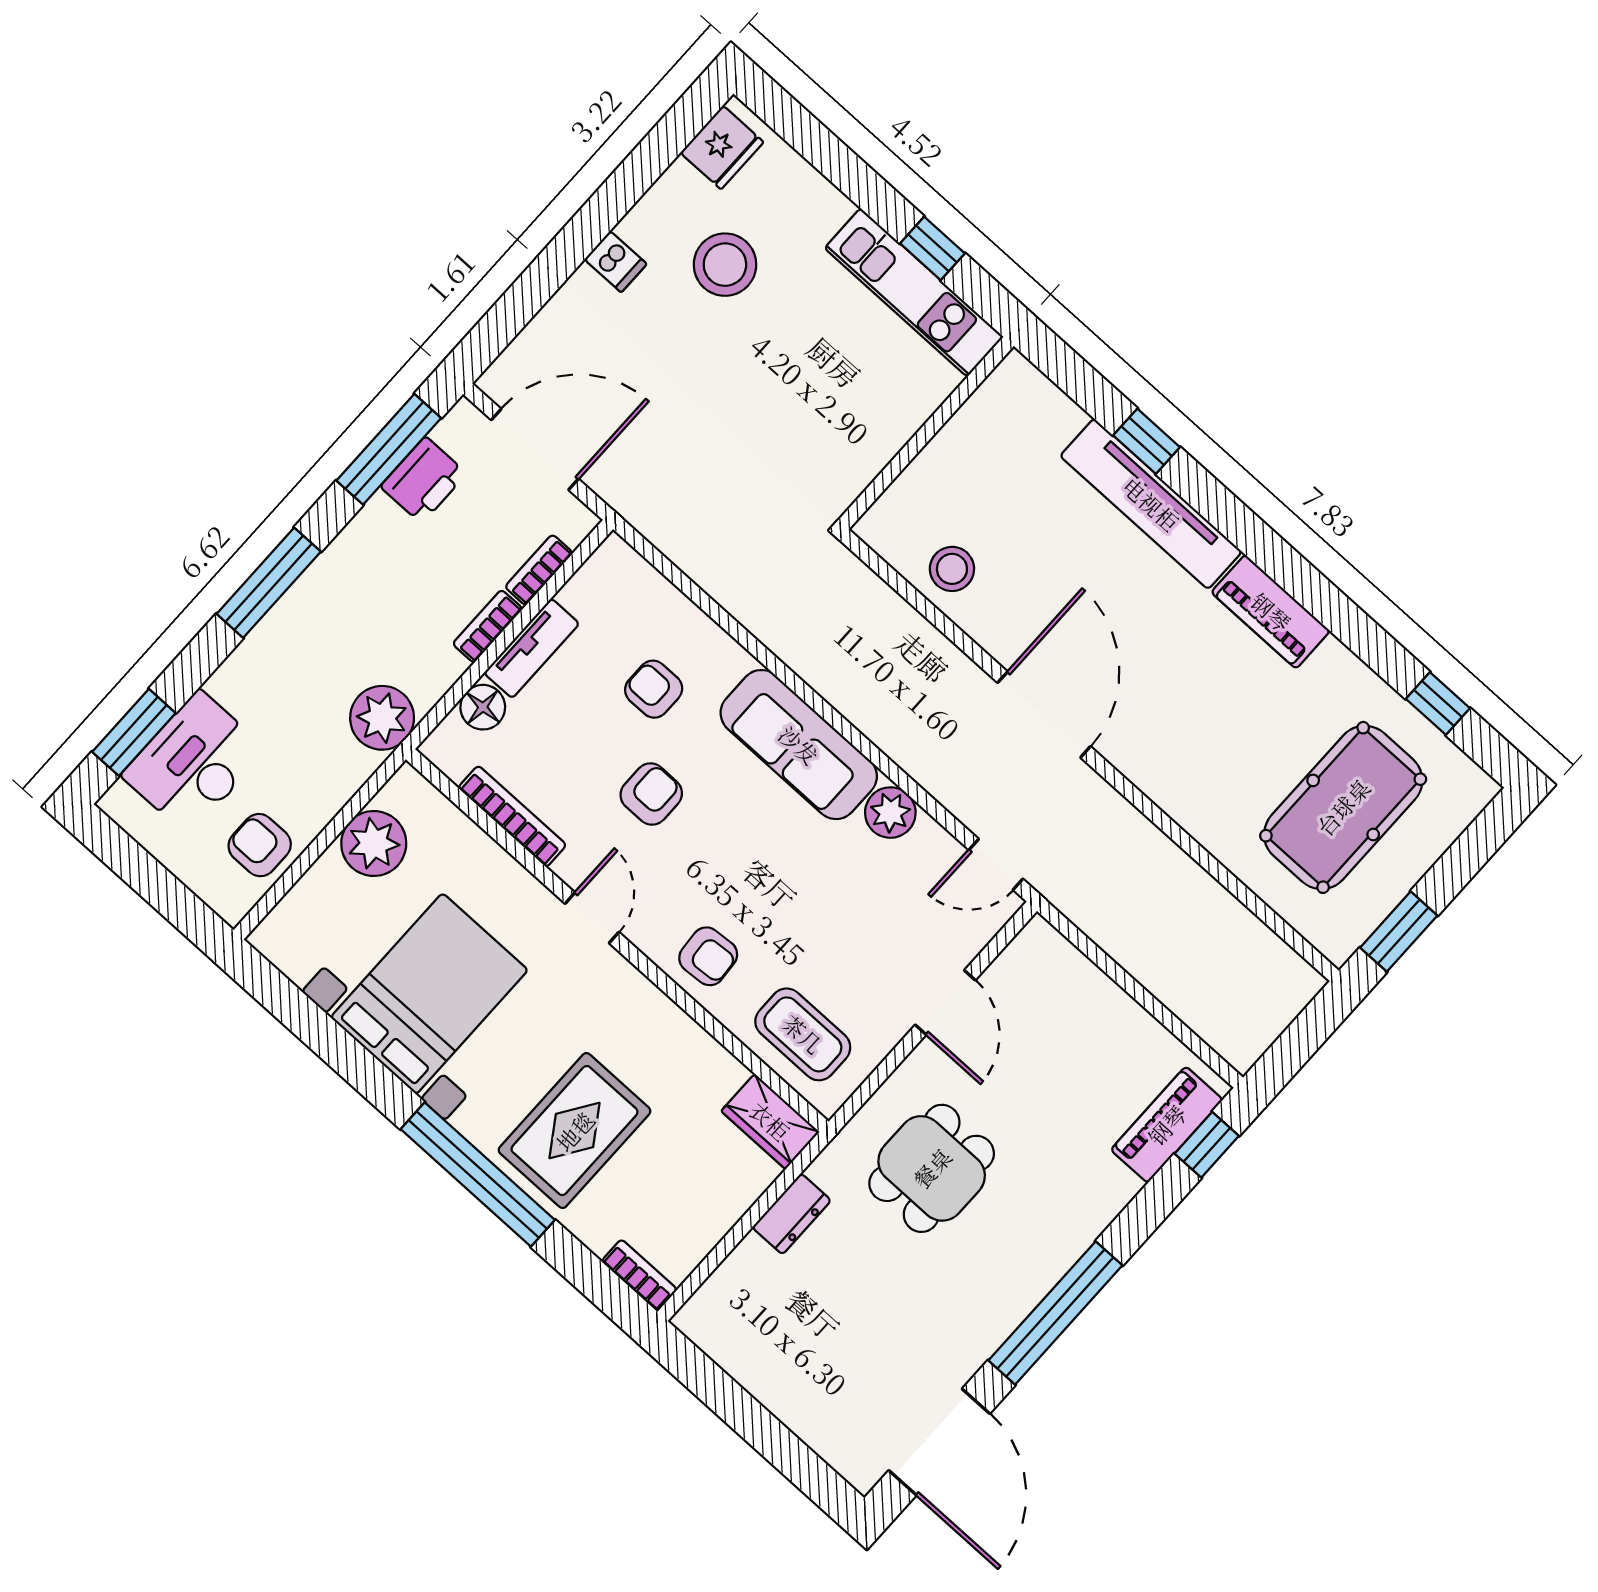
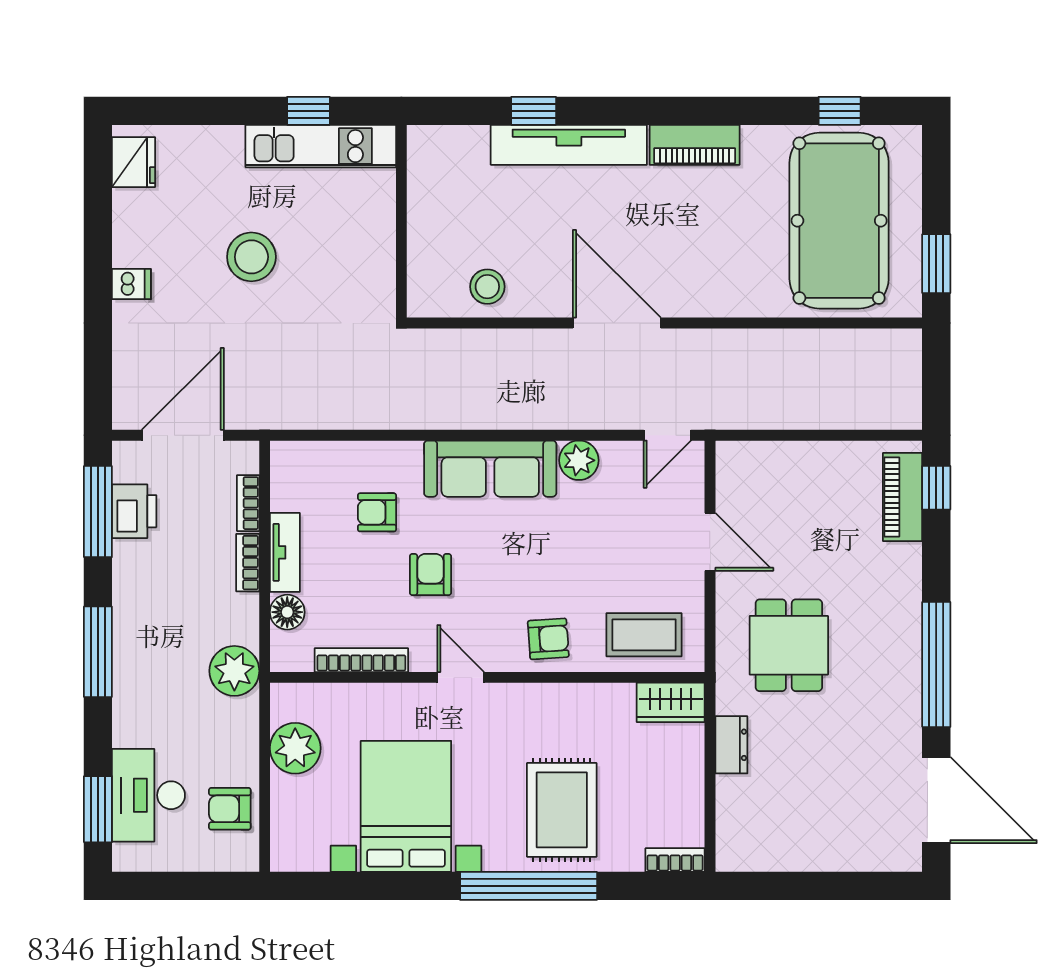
stool: (725, 265) -> (251, 257), moved
pool table: (1343, 807) -> (839, 221), width x1.36, depth x1.32

